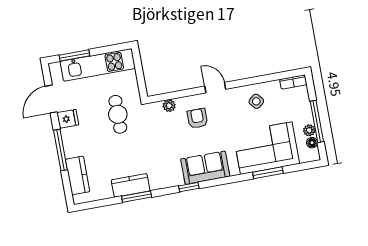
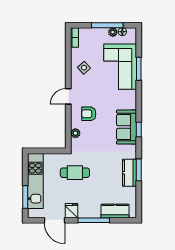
sofa: (205, 168) -> (127, 127), moved

